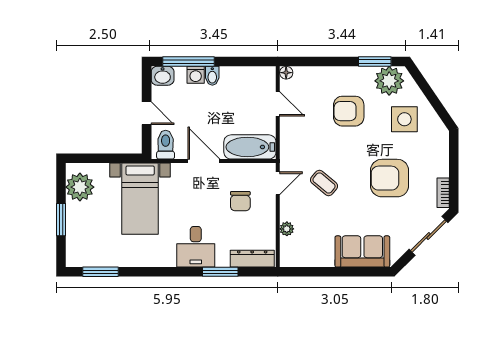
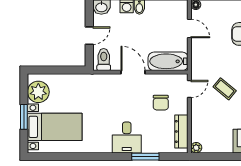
door: (147, 113) -> (89, 36), hinge flipped
bed with nightstands: (140, 199) -> (55, 127), moved, turned -90
plant: (287, 229) -> (196, 148), moved
dresser: (252, 259) -> (181, 131), moved, turned -90
window: (101, 272) -> (54, 157), removed

